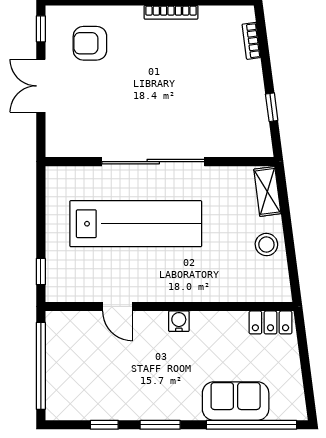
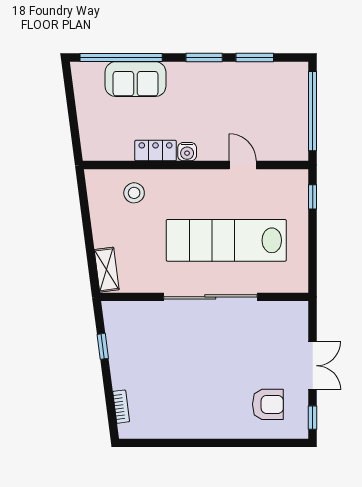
bookcase: (171, 12) -> (194, 433), removed
stool: (266, 245) -> (134, 193), moved
locker: (270, 322) -> (156, 151), moved
window: (104, 425) -> (255, 58), width x1.50

